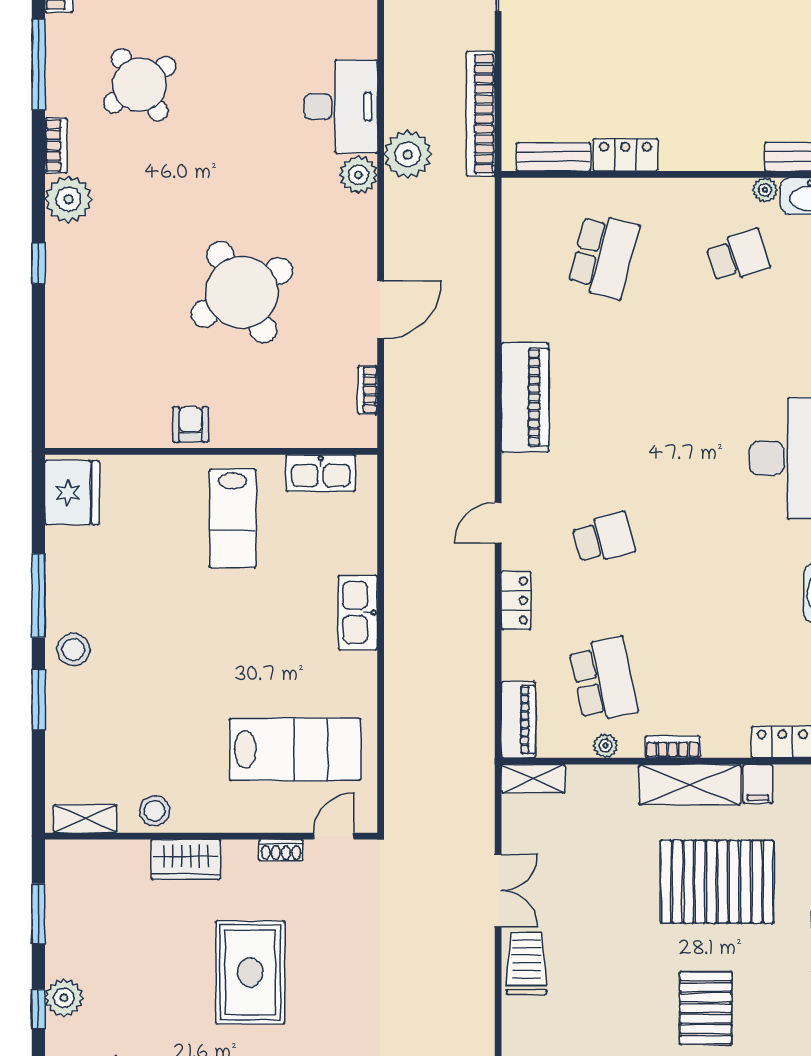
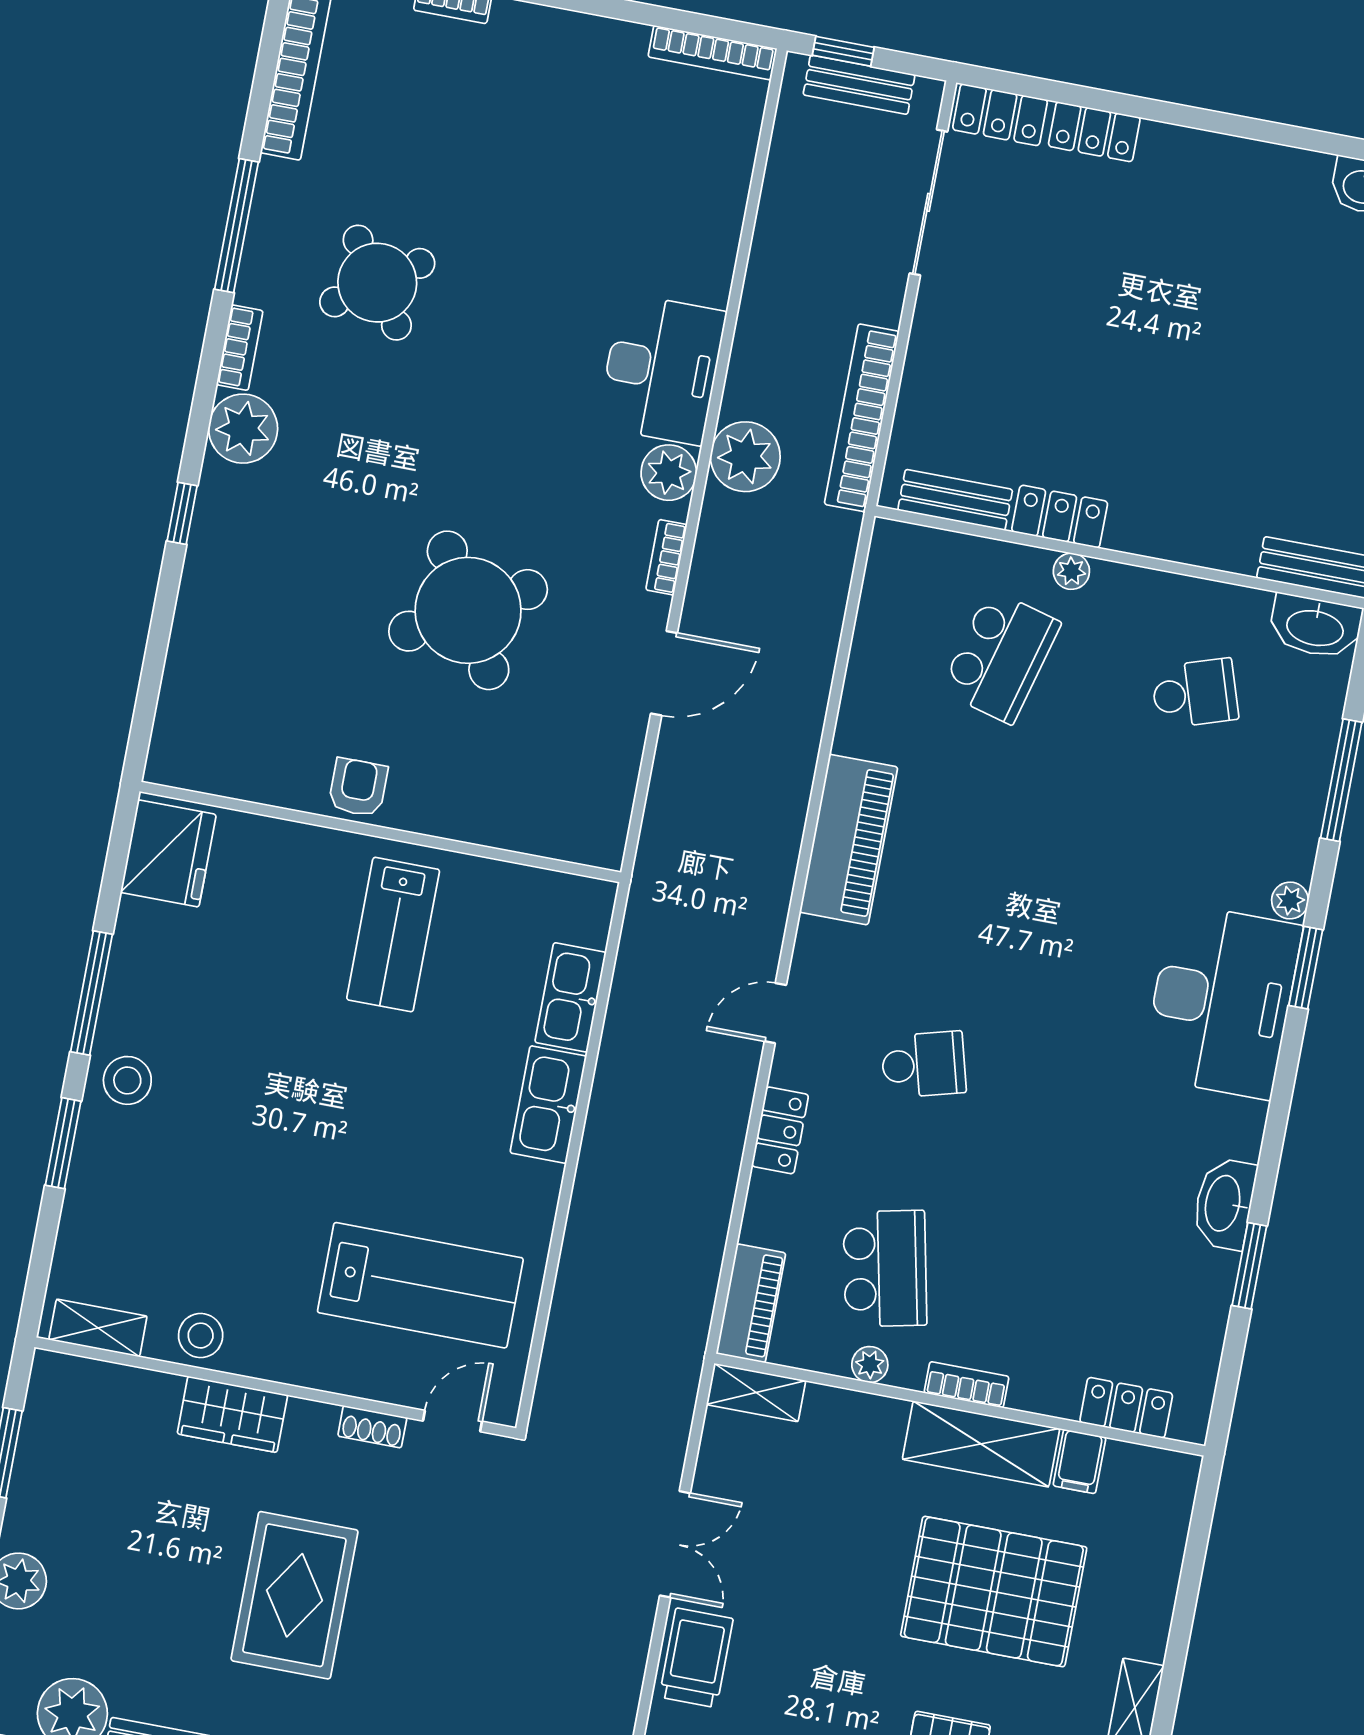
plant: (765, 190) -> (1071, 571), moved
bookcase: (368, 390) -> (666, 557), moved
kitchen sink: (321, 473) -> (571, 997), moved, turned 90

